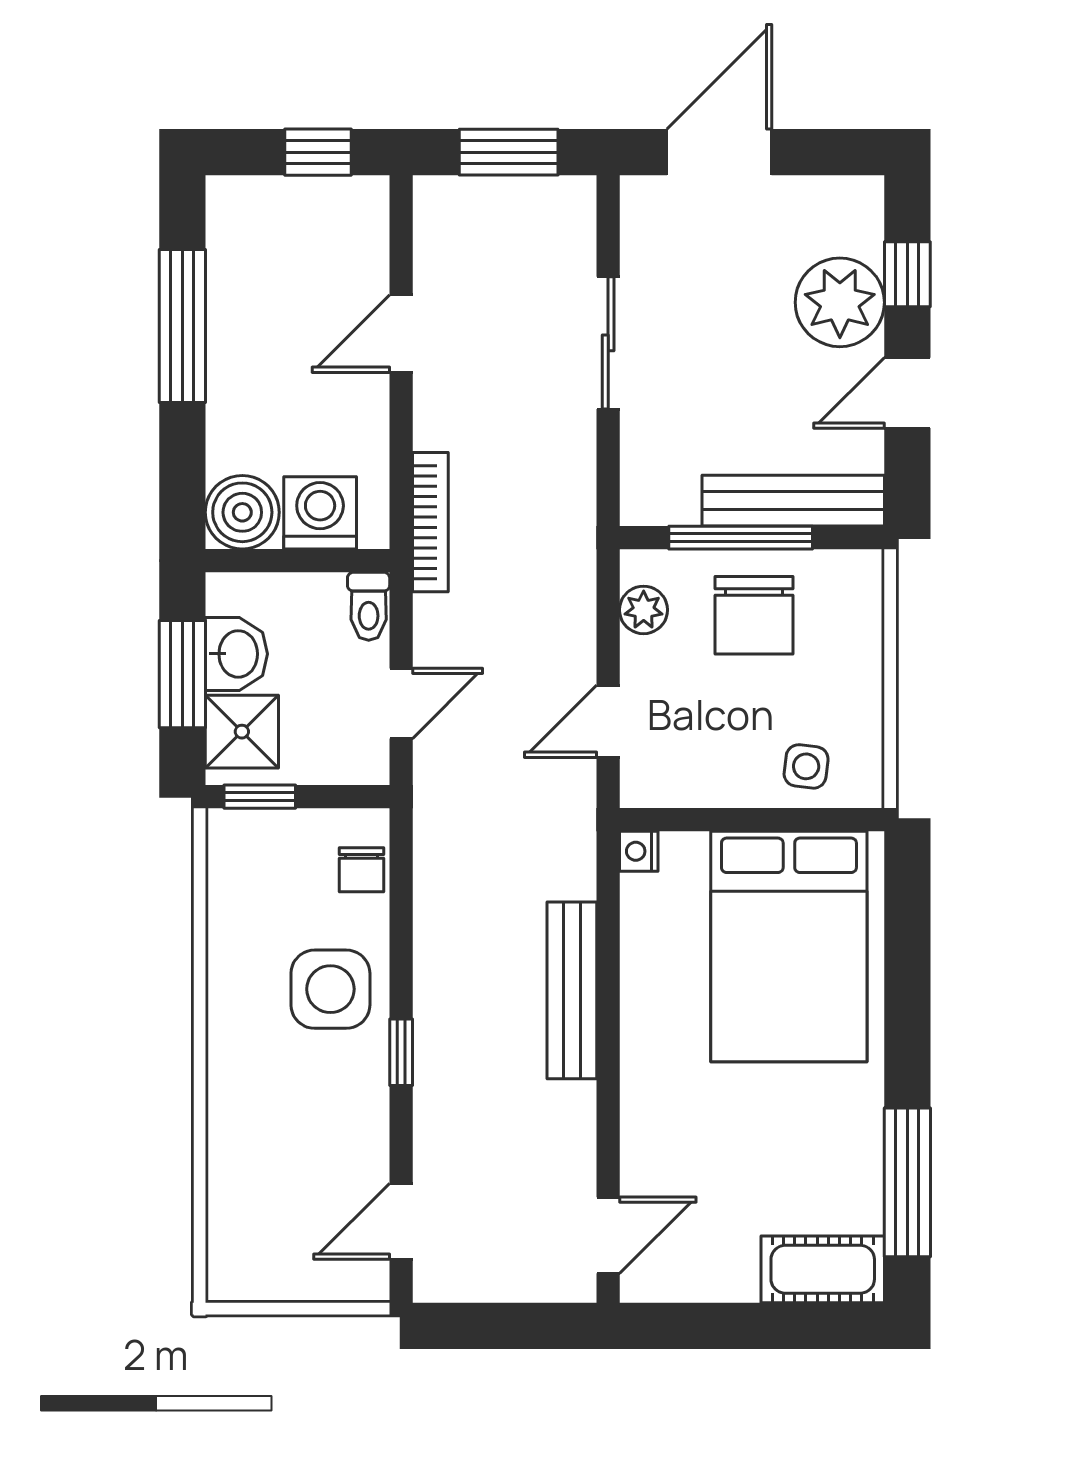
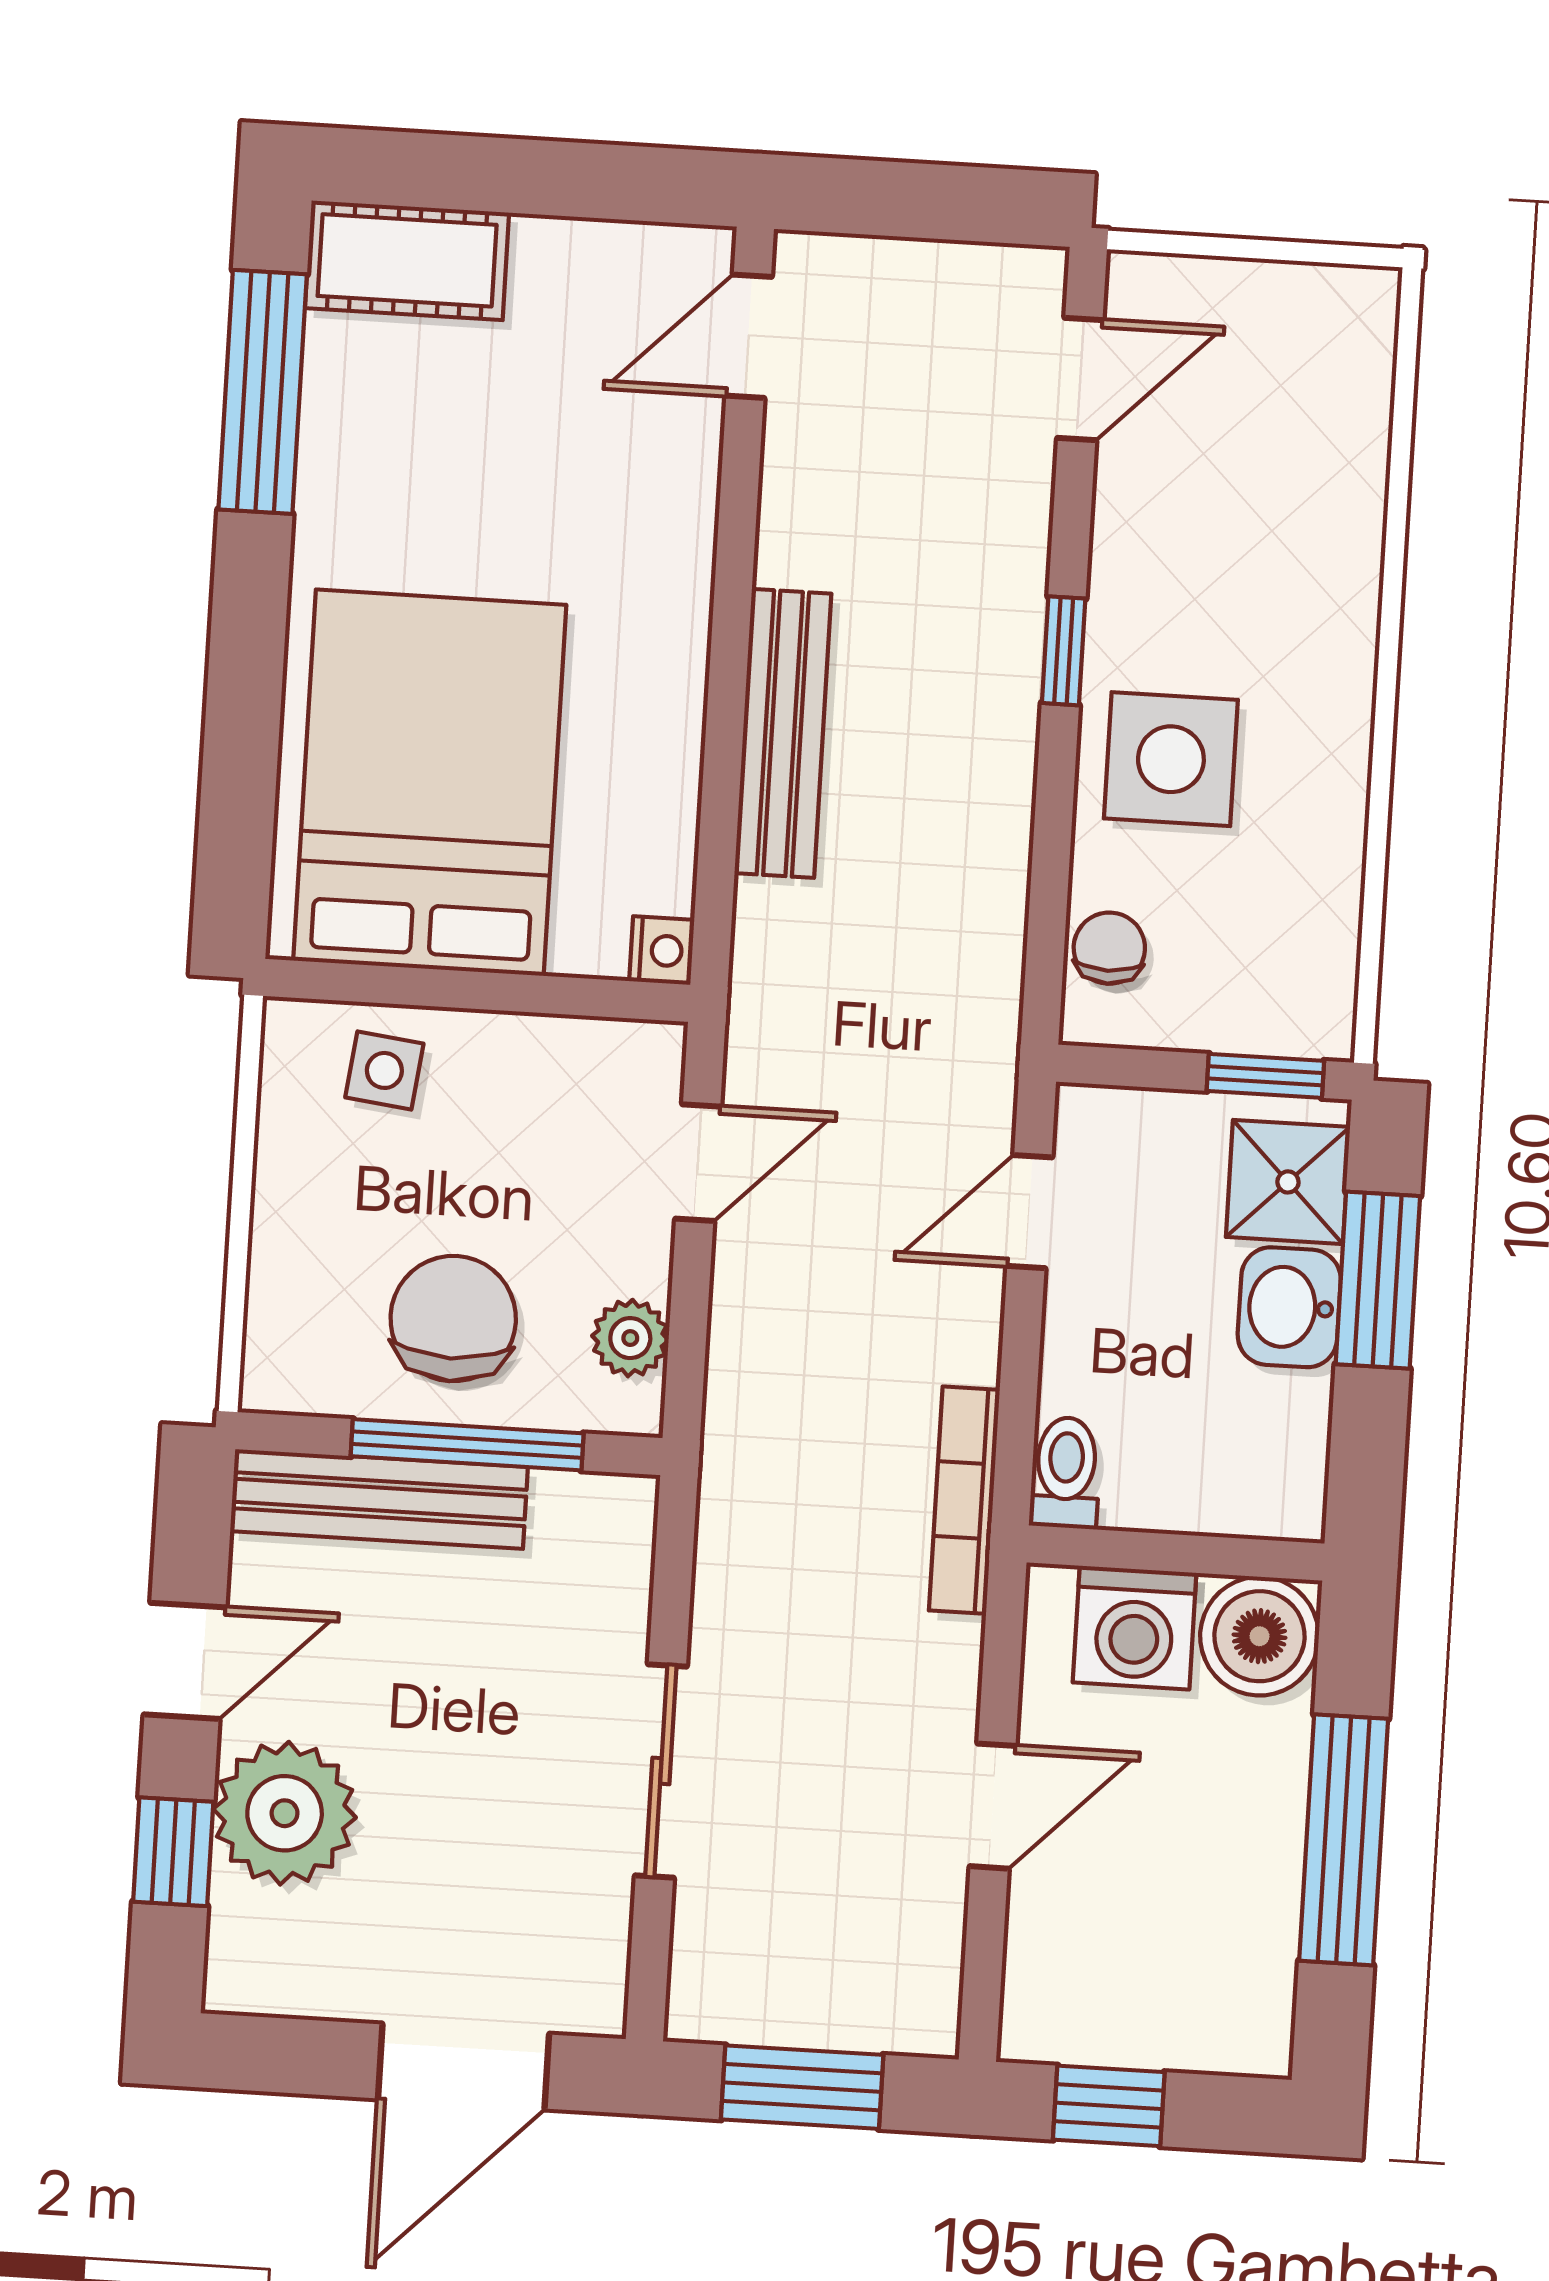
boiler: (242, 512) -> (1259, 1636), moved
washing machine: (320, 513) -> (1135, 1628), moved
wall: (297, 561) -> (1176, 1553), moved
toilet: (369, 606) -> (1066, 1473), moved

